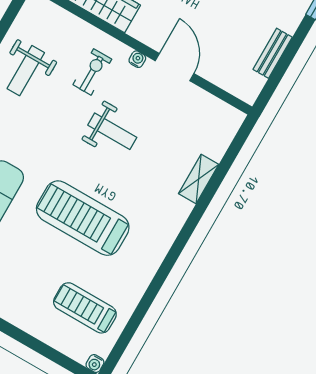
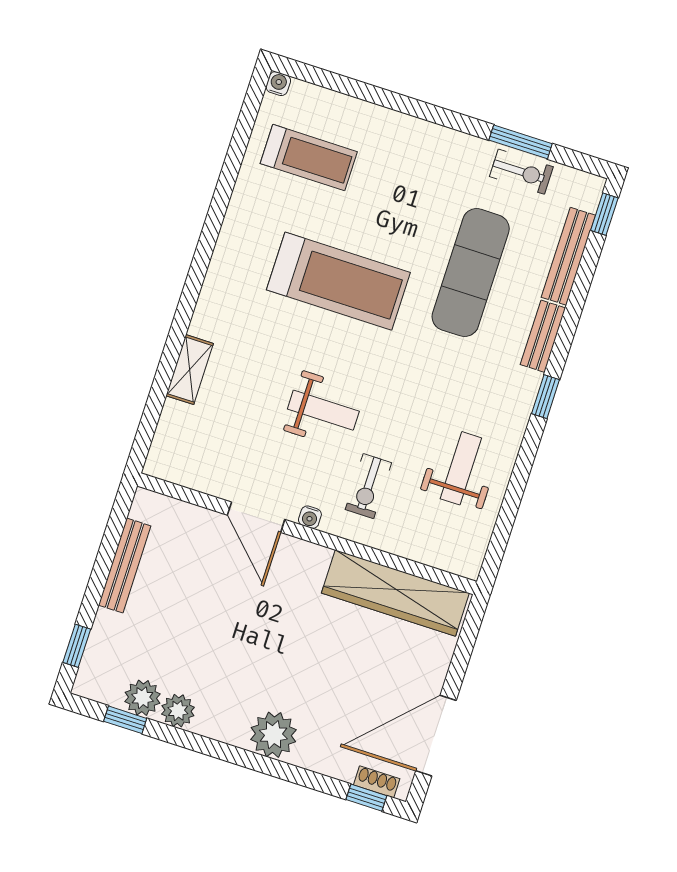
bench: (273, 53) -> (125, 566), width x1.36
weight bench: (112, 131) -> (323, 410), turned 180

